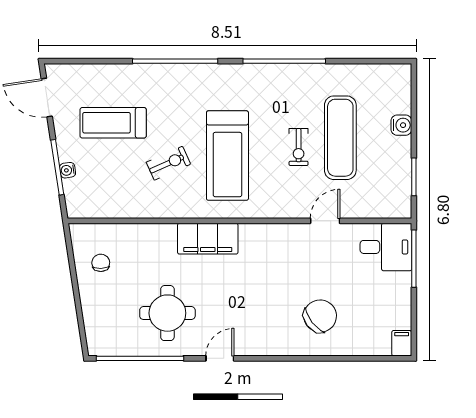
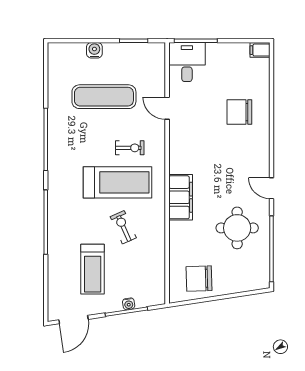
exercise bike: (299, 147) -> (130, 148), moved
chair: (101, 263) -> (199, 279), width x1.87, depth x1.87
chair: (320, 316) -> (239, 112), turned -52

